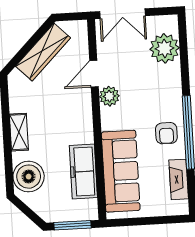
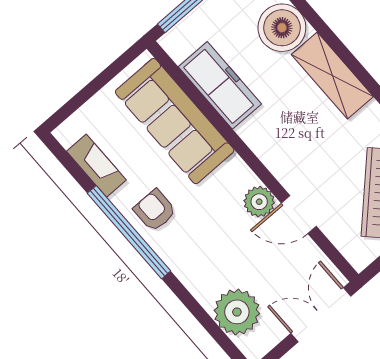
door: (94, 74) -> (299, 215), swing flipped
shelving: (19, 132) -> (332, 76), width x1.50, depth x1.33

